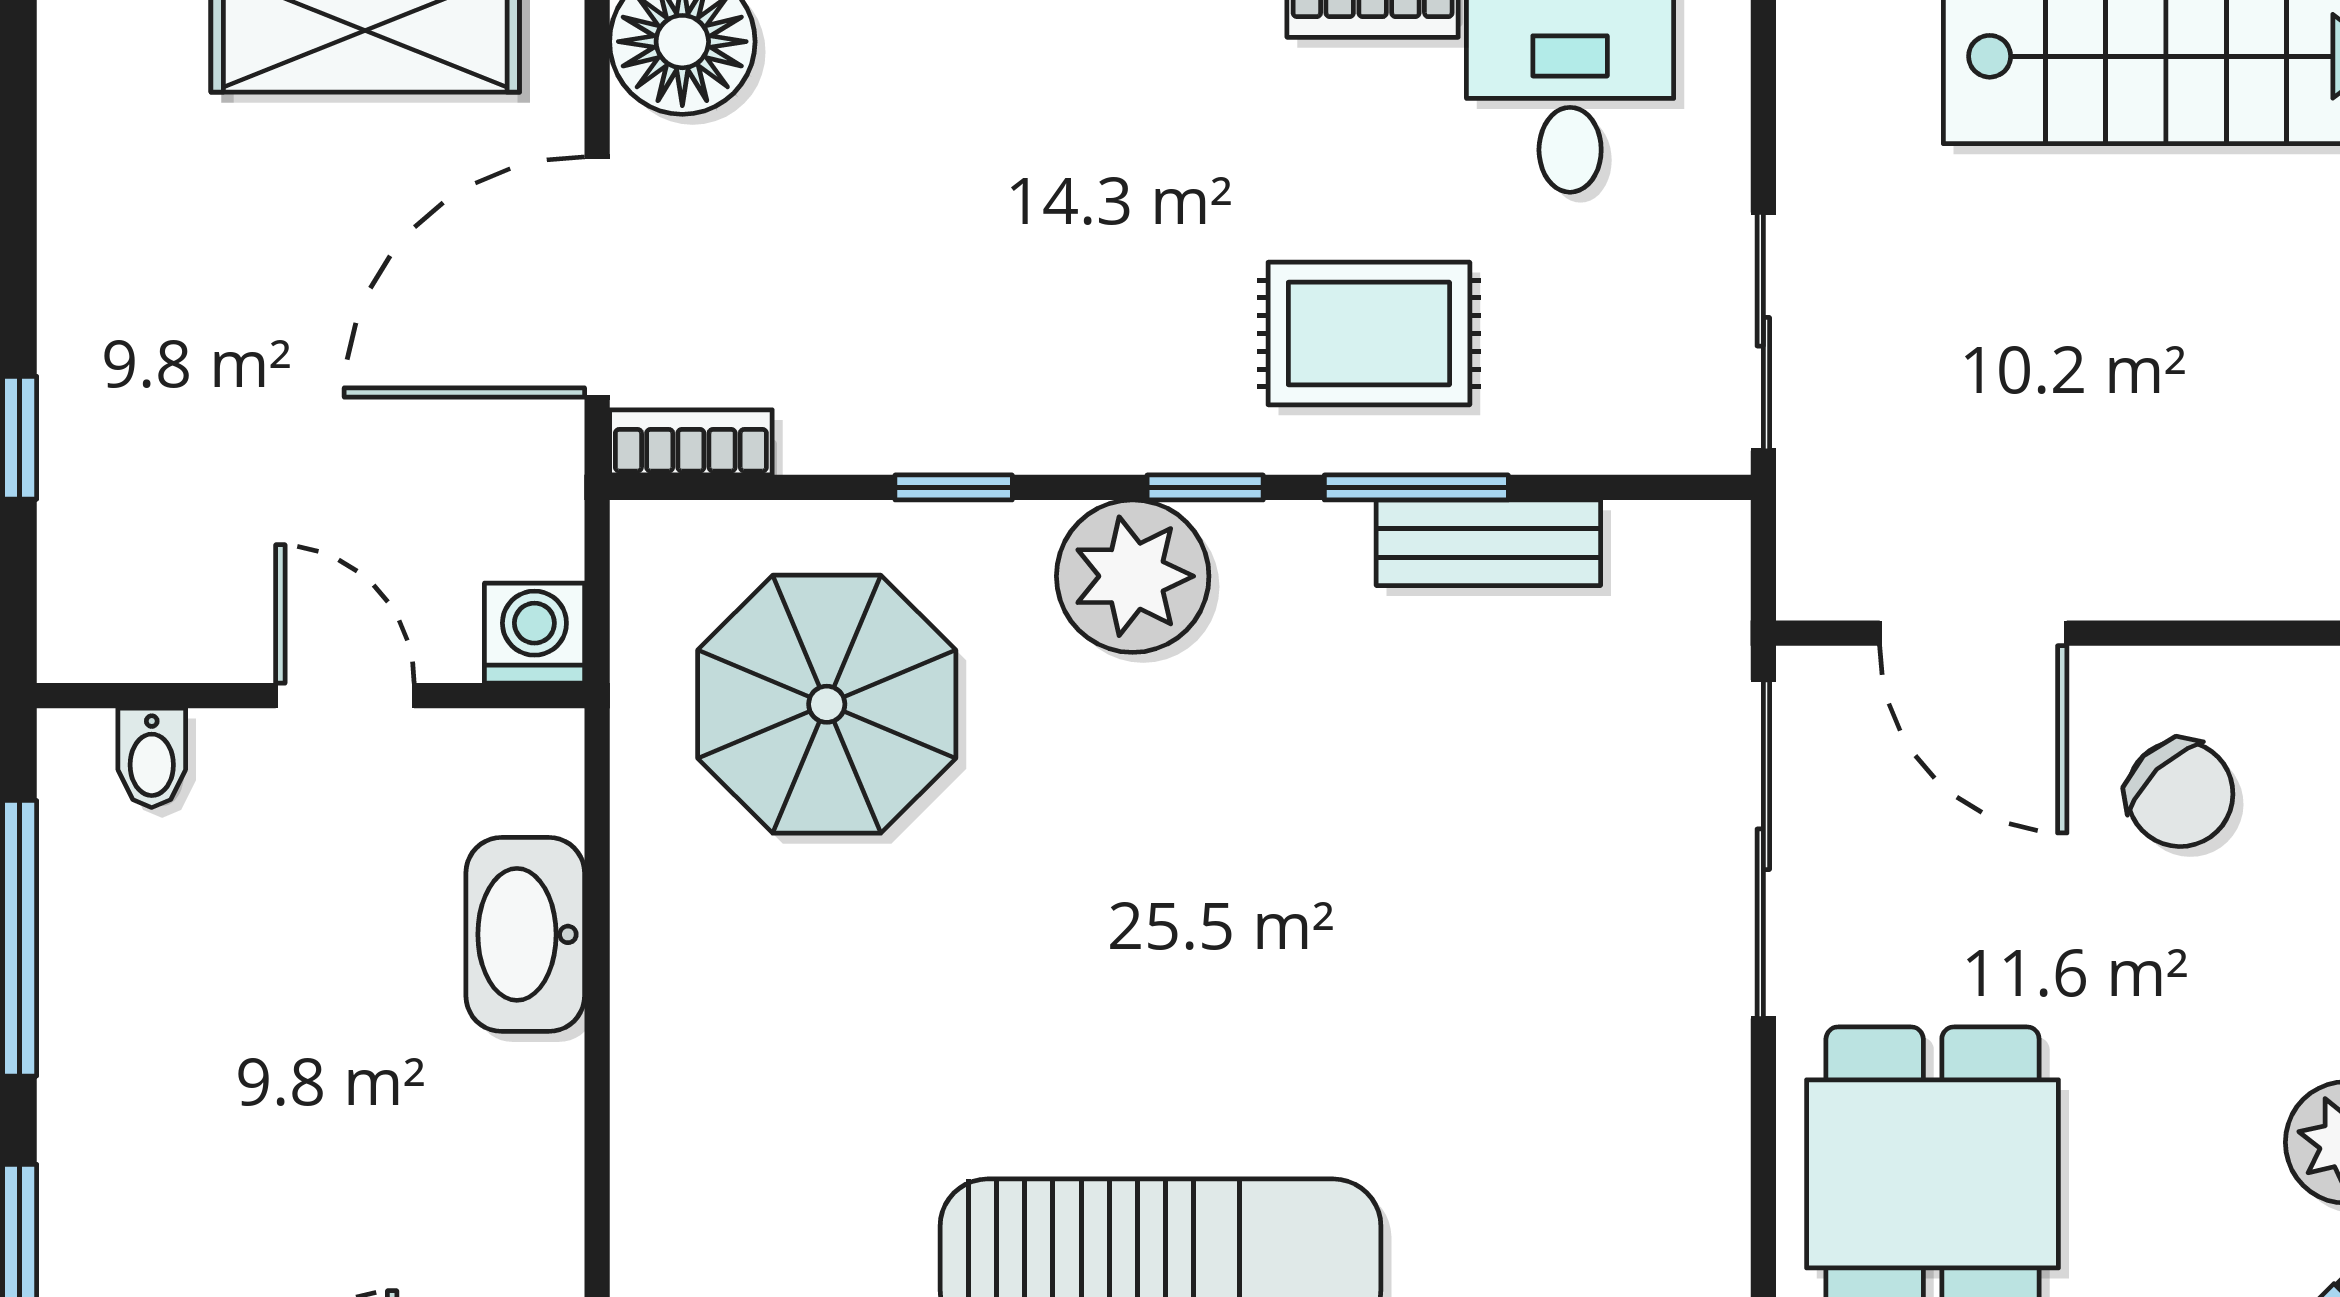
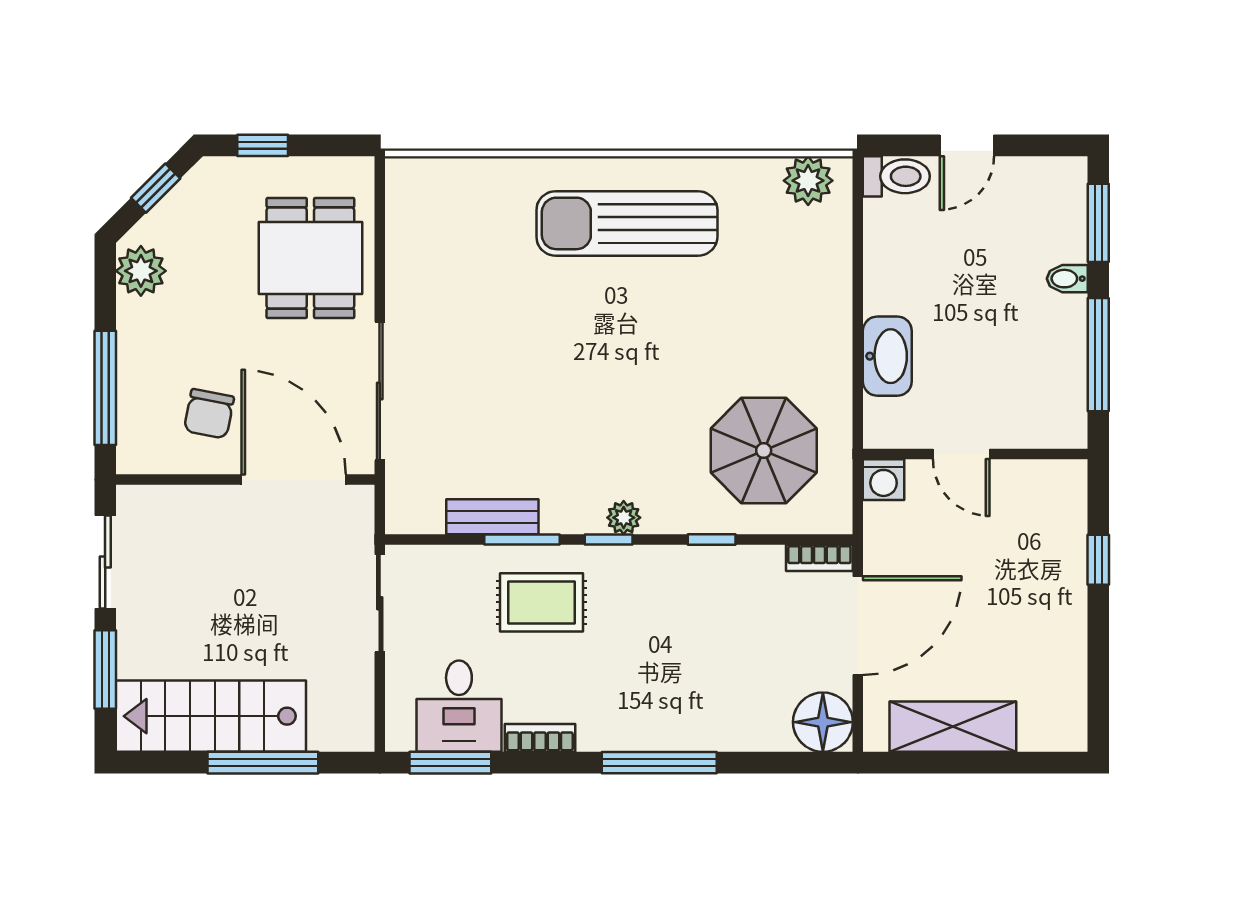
plant: (1133, 576) -> (624, 518), width x0.53, depth x0.53
door: (1973, 633) -> (294, 480), width x1.36
bidet: (152, 758) -> (1067, 279), moved, turned -90
chair: (2180, 794) -> (209, 414), turned -125

